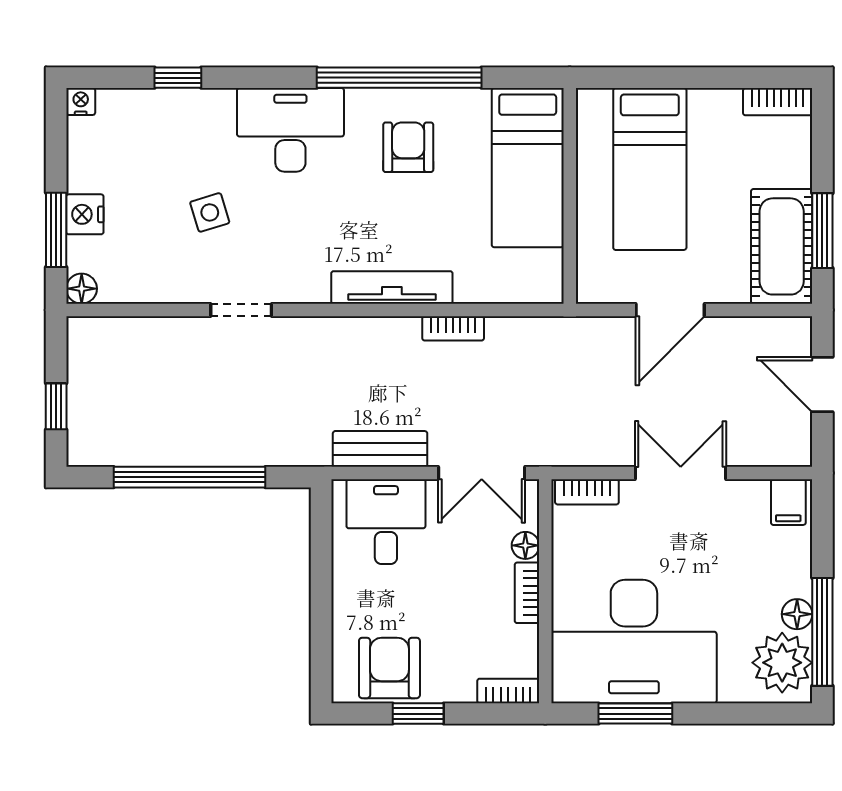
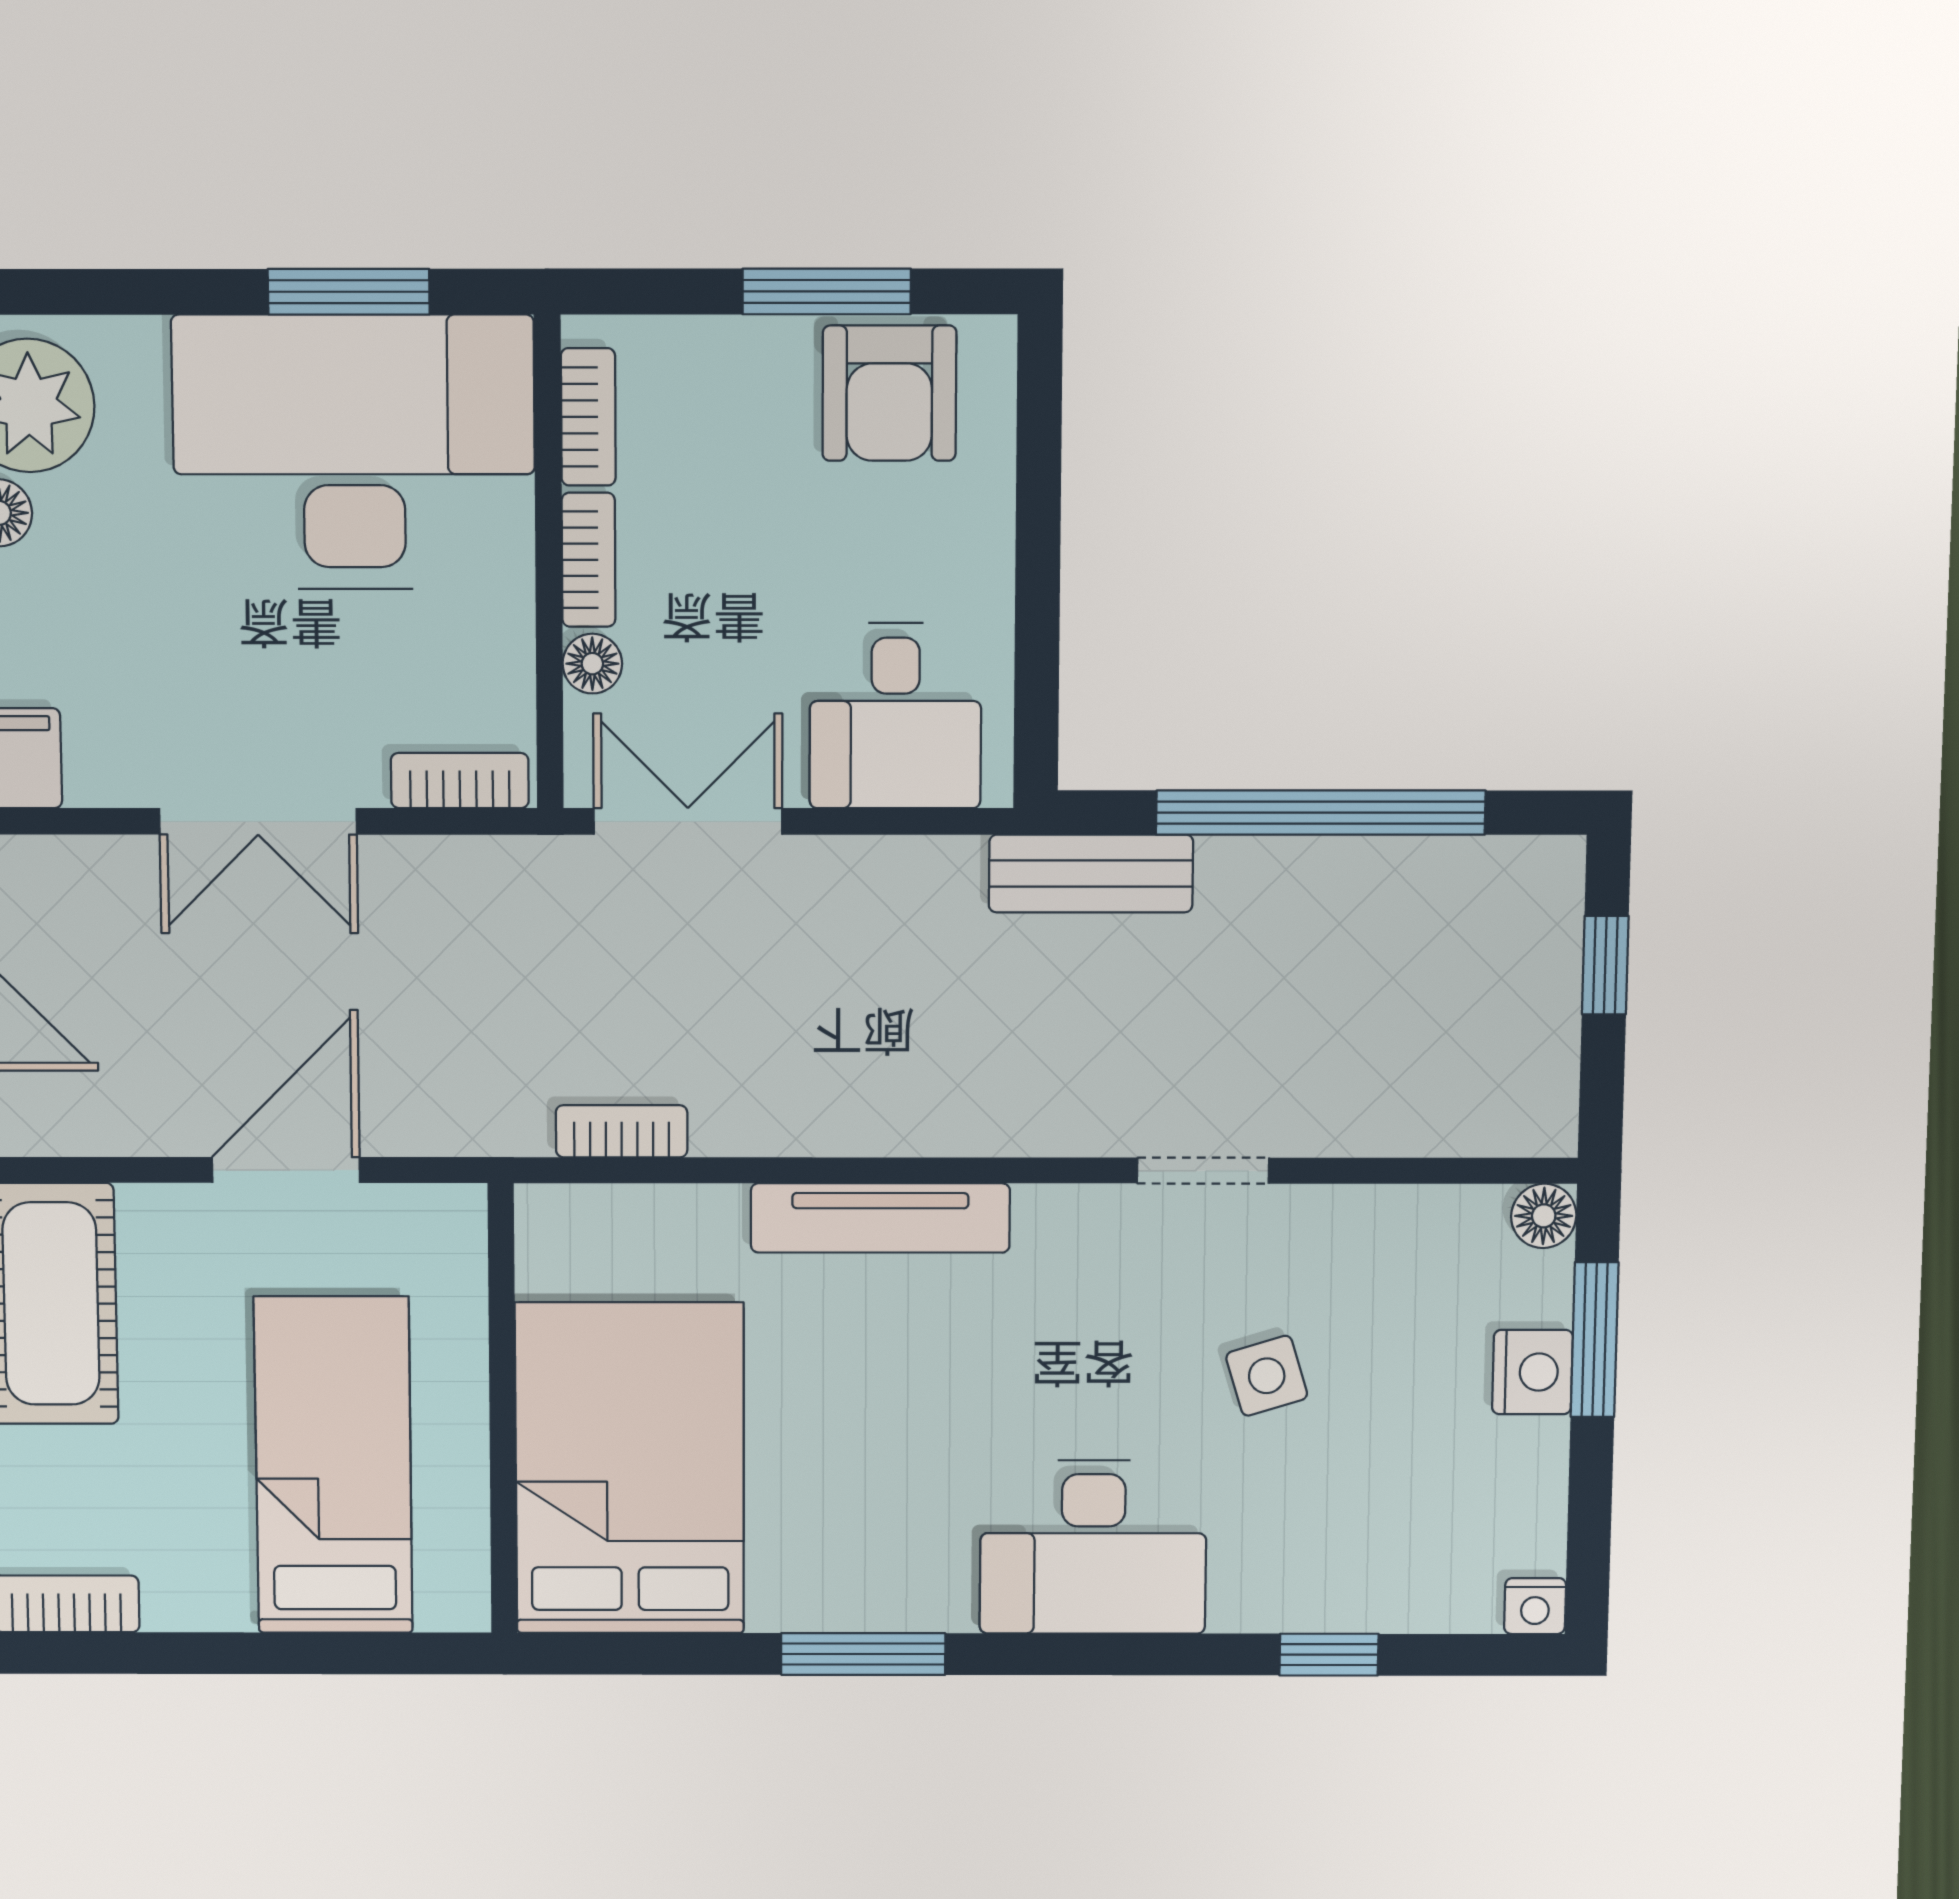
window: (399, 78) -> (863, 1654), width x0.47
armchair: (408, 147) -> (844, 1511), removed
bed: (528, 168) -> (630, 1468), width x1.50
bookcase: (453, 328) -> (622, 1131), moved
bench: (380, 449) -> (1091, 874), moved
bookcase: (508, 691) -> (588, 417), moved, turned -90
window: (418, 714) -> (827, 291), width x1.50

